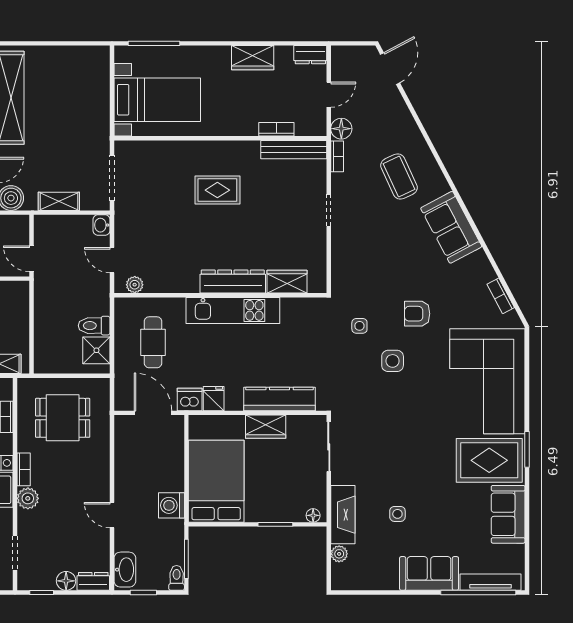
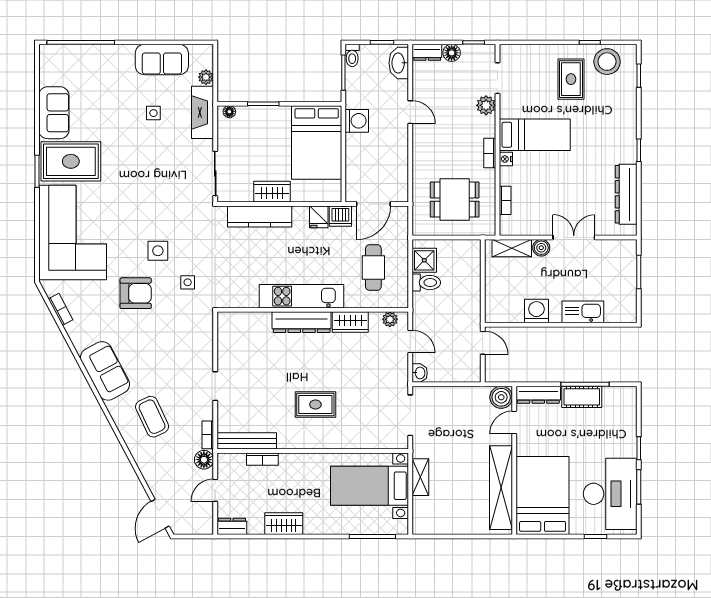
shelving: (59, 201) -> (420, 477), moved, turned 90
wardrobe: (287, 282) -> (350, 322), moved
armchair: (417, 314) -> (136, 293), width x1.38, depth x1.38
door: (153, 413) -> (373, 204), hinge flipped
plant: (28, 498) -> (486, 105), moved
sofa: (429, 573) -> (162, 60), moved
tv unit: (490, 582) -> (70, 52), removed

